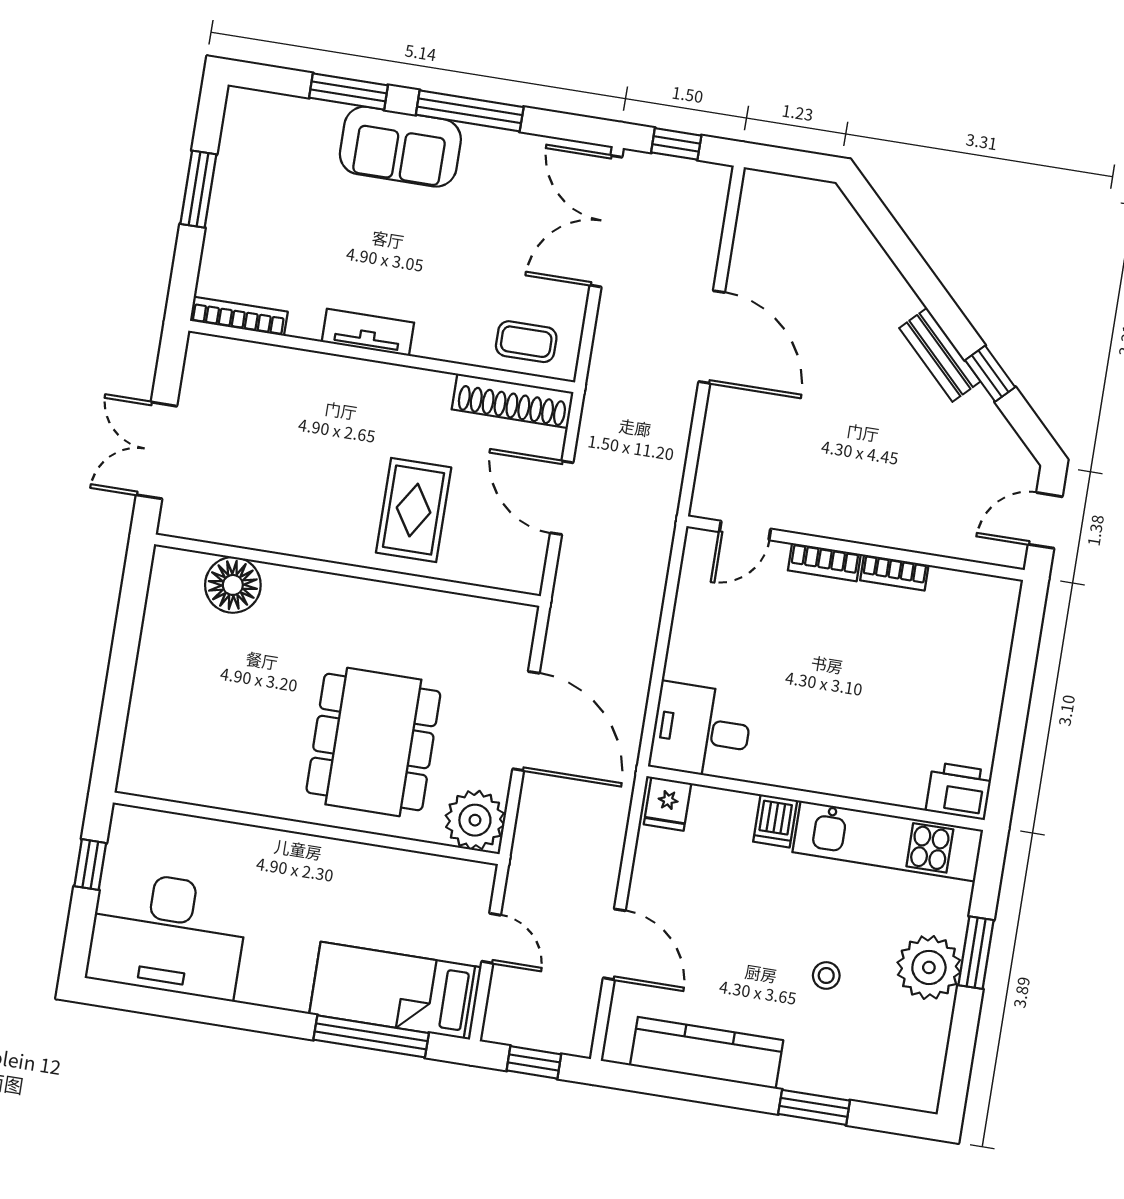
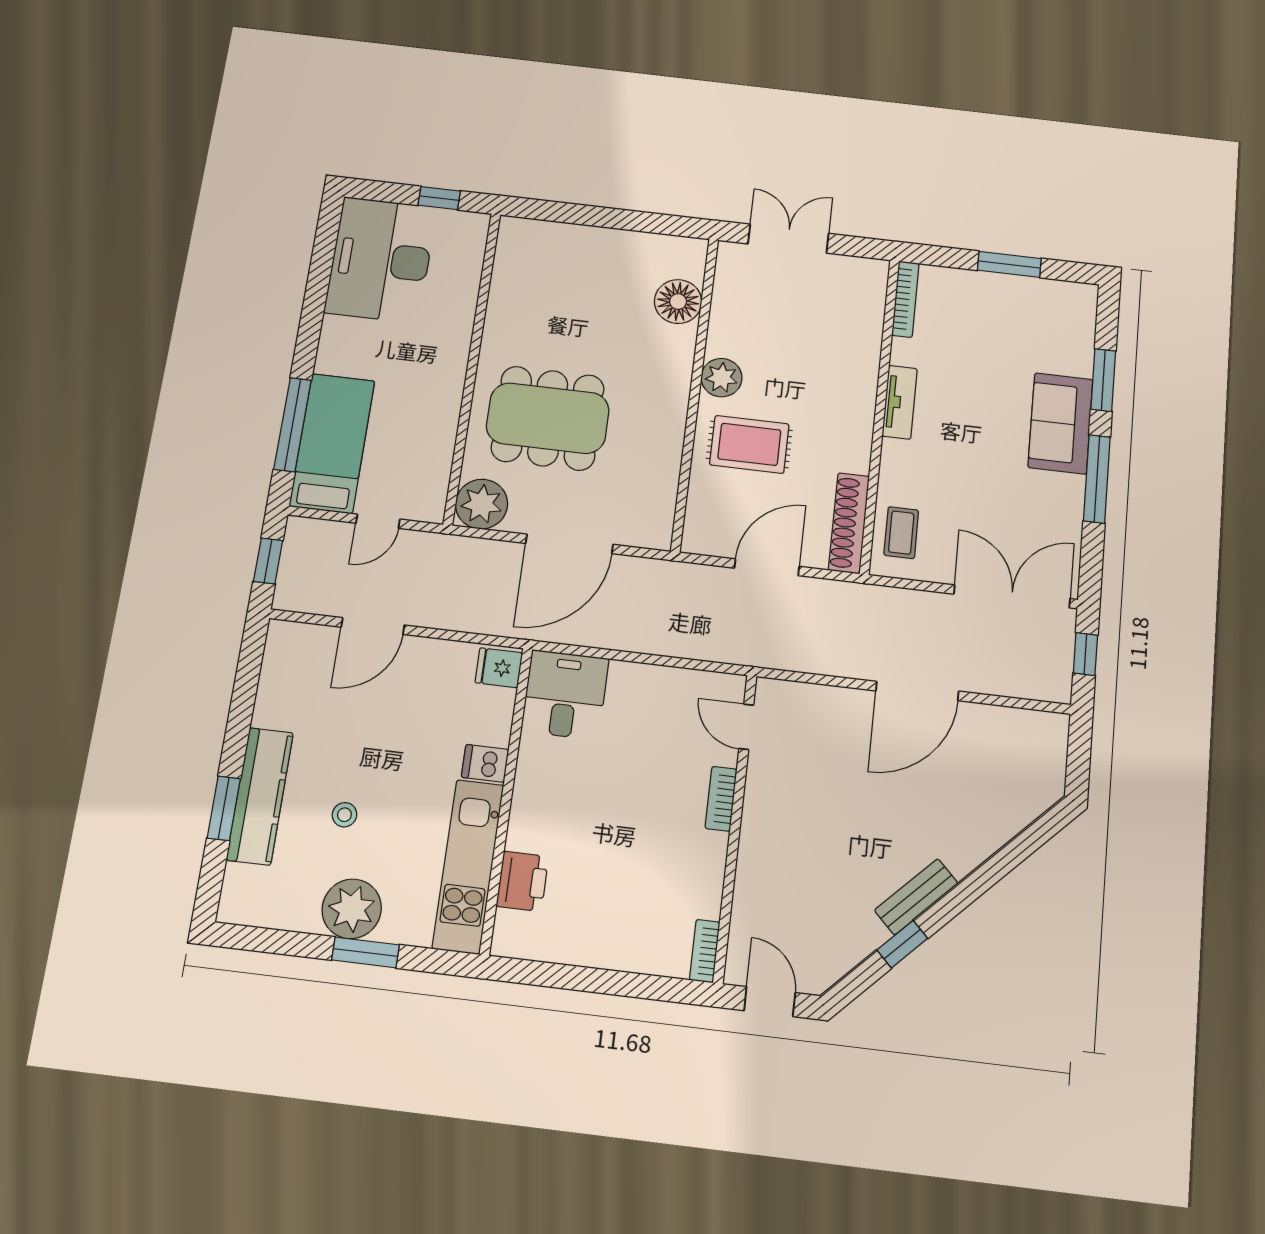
plant: (330, 538) -> (722, 378), added
bookcase: (894, 573) -> (705, 951), moved
printer: (959, 791) -> (522, 881), moved
kitchen counter: (707, 1053) -> (260, 796), moved

